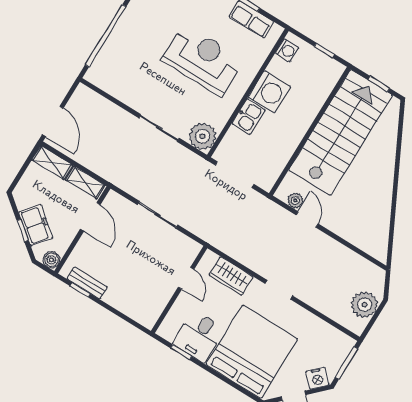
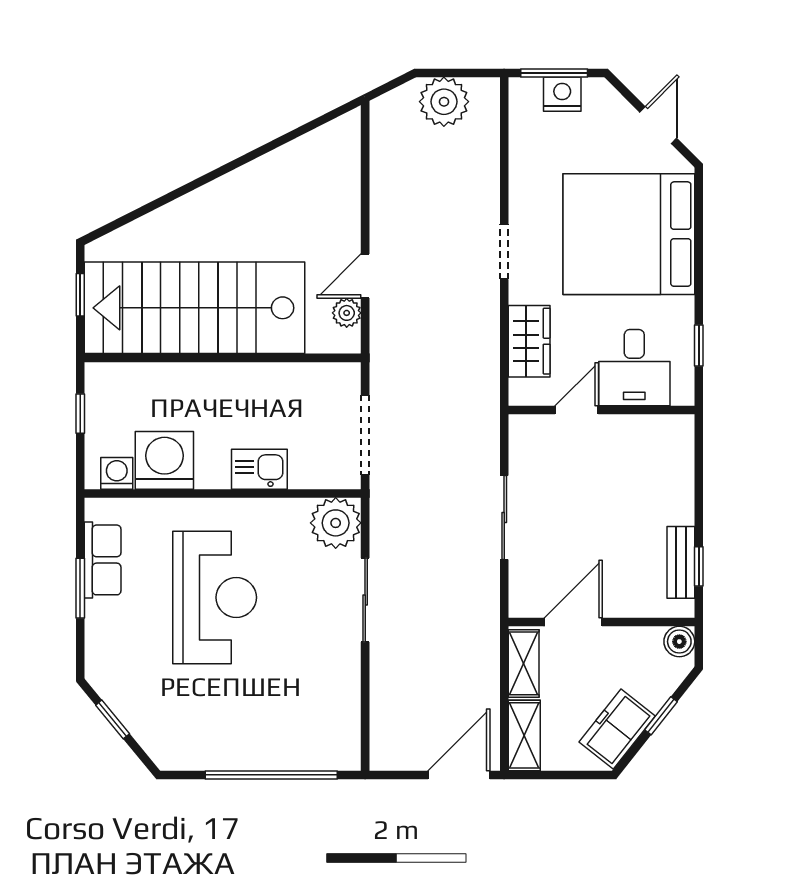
reception desk: (203, 60) -> (215, 597), turned 180
washing machine: (269, 92) -> (164, 460), moved
freezer: (36, 225) -> (617, 729), moved
desk: (199, 336) -> (634, 368), moved, turned 90
nightstand: (317, 378) -> (562, 94), moved, turned -45

